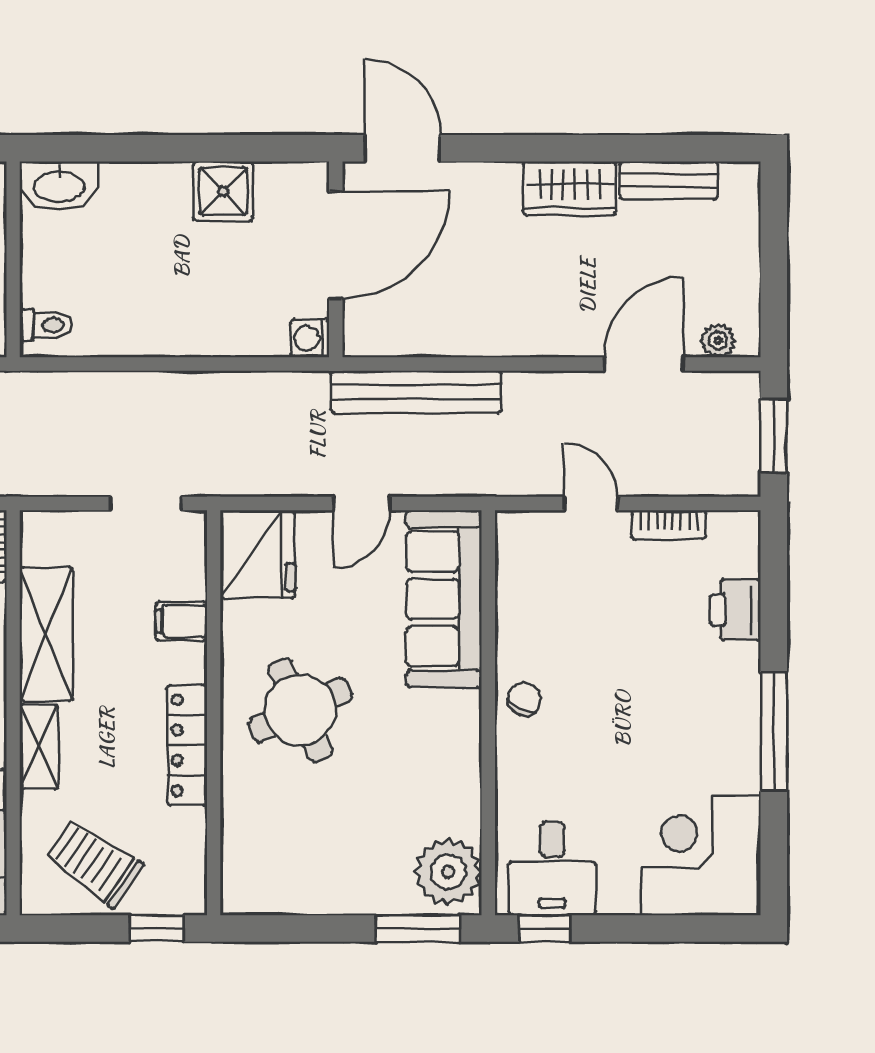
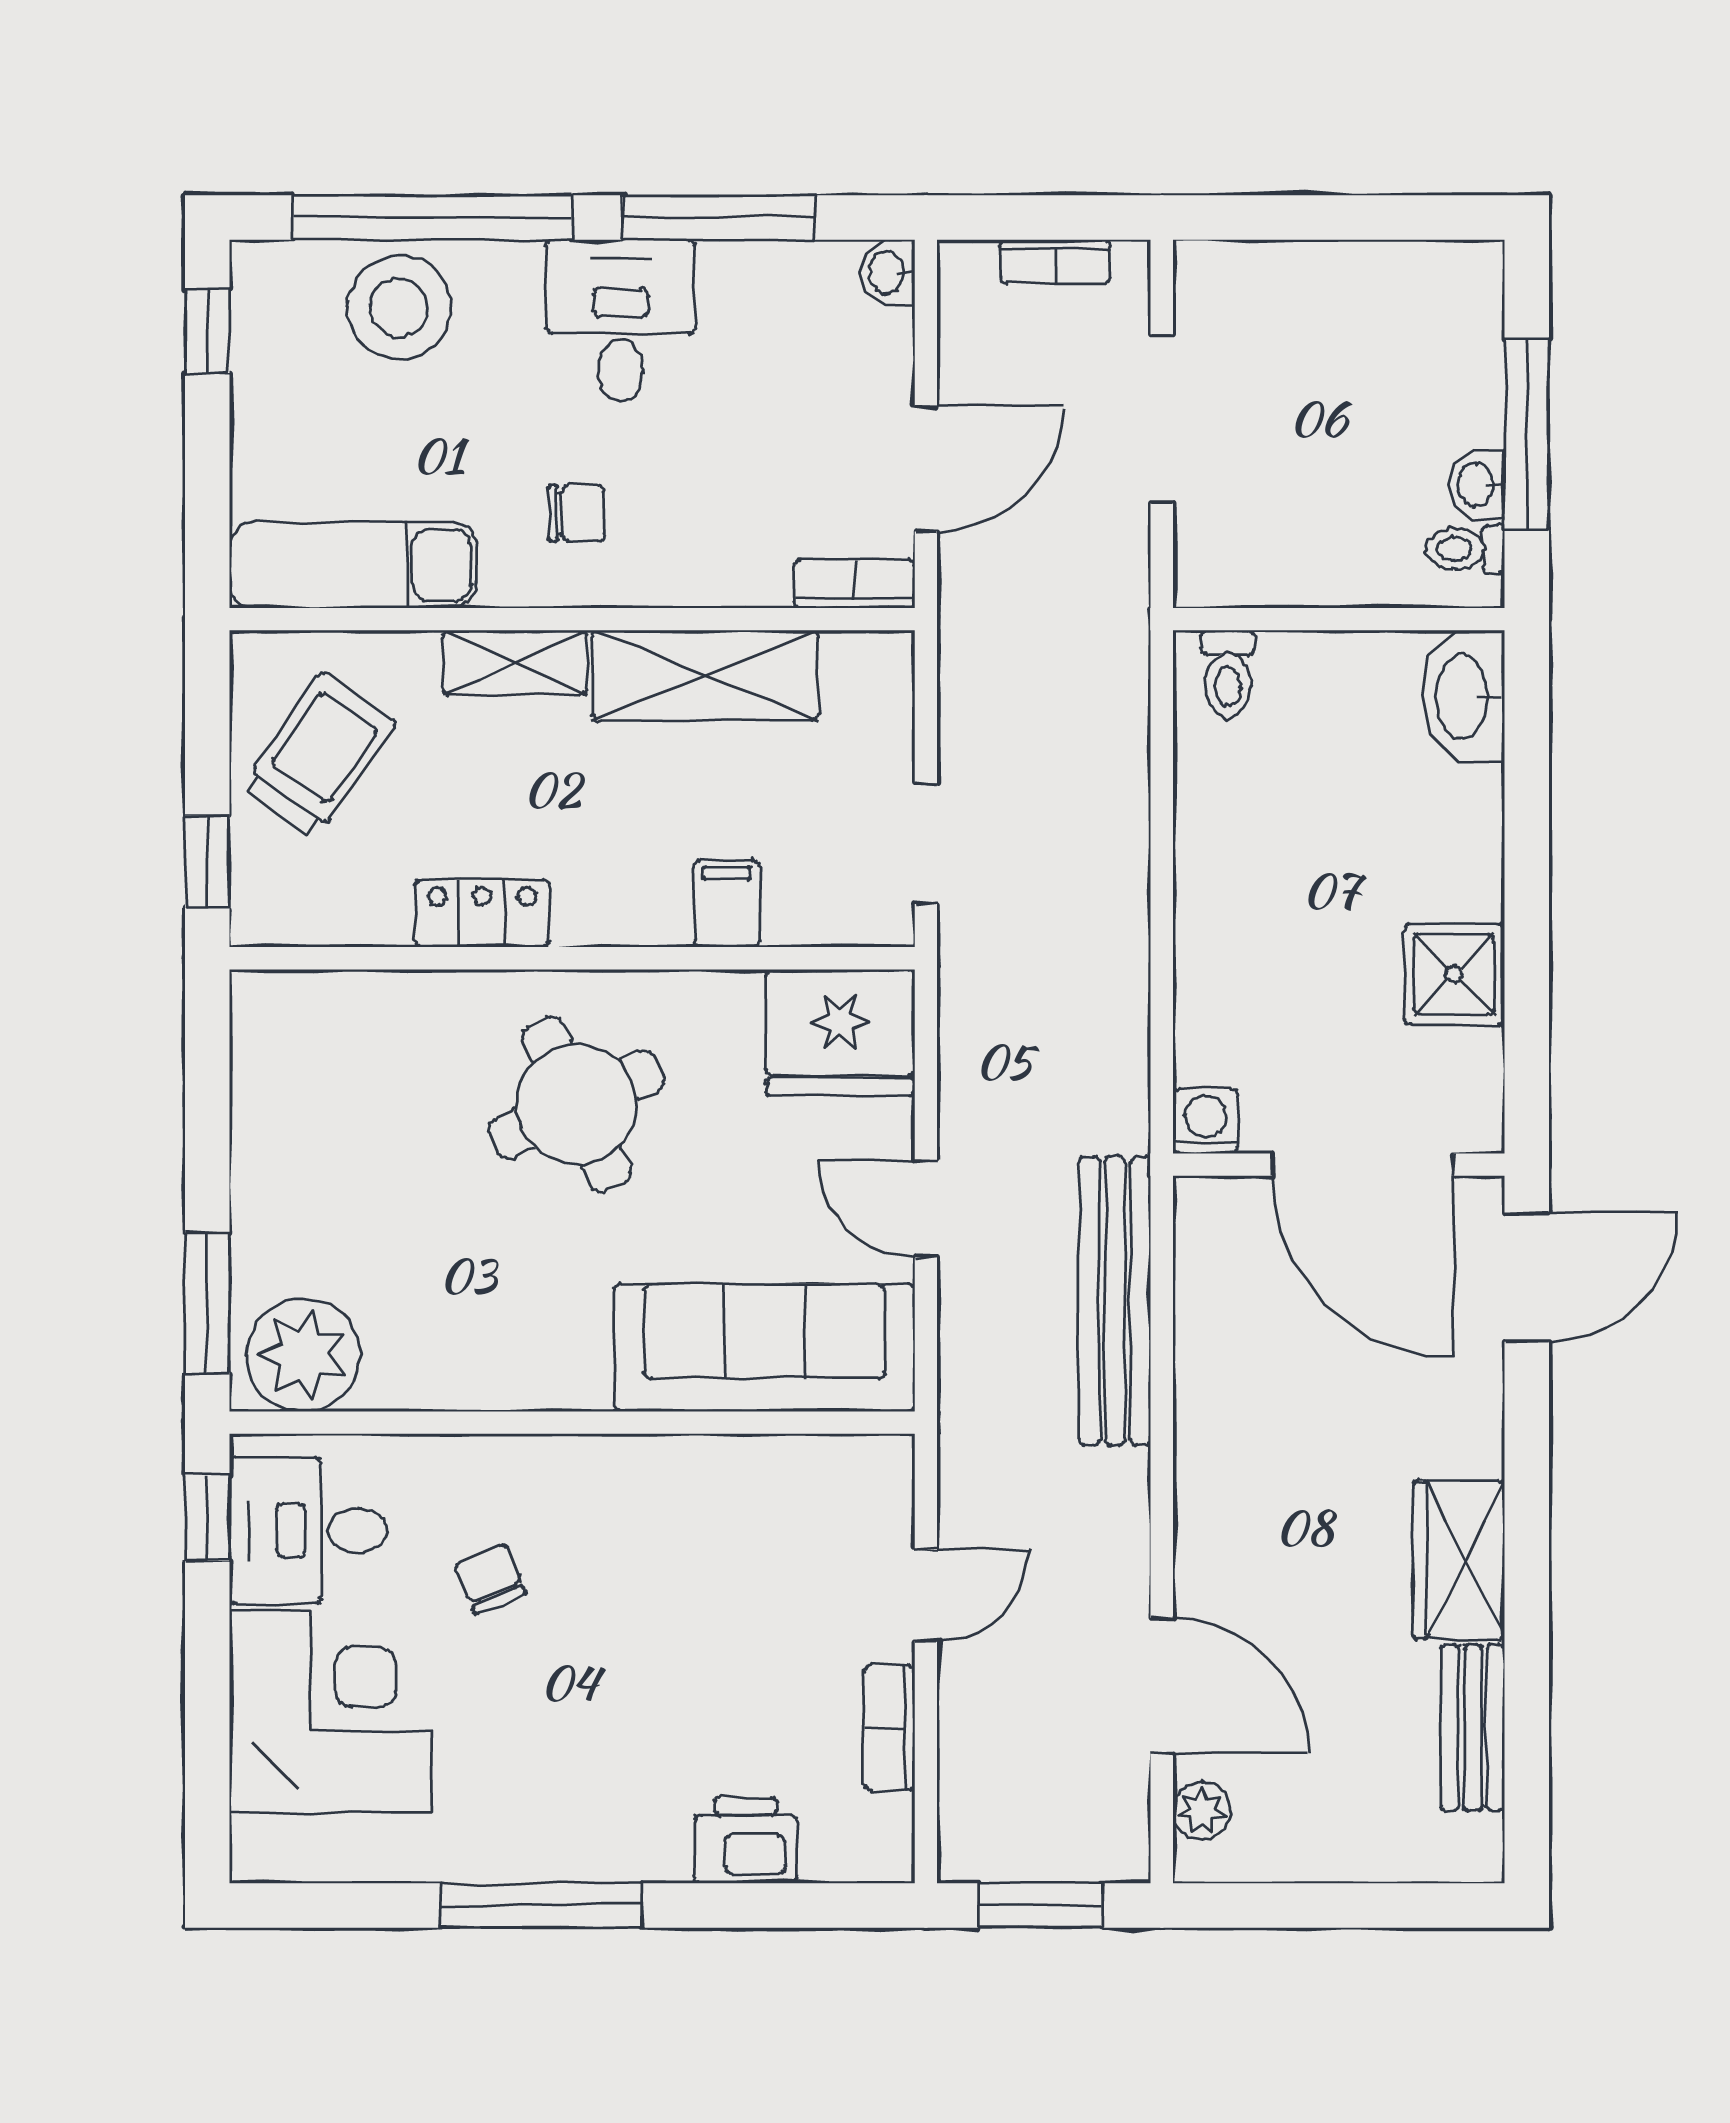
chair: (524, 699) -> (491, 1579), moved, turned -139
locker: (187, 745) -> (482, 913), width x0.66
corner desk: (701, 855) -> (331, 1711), moved

